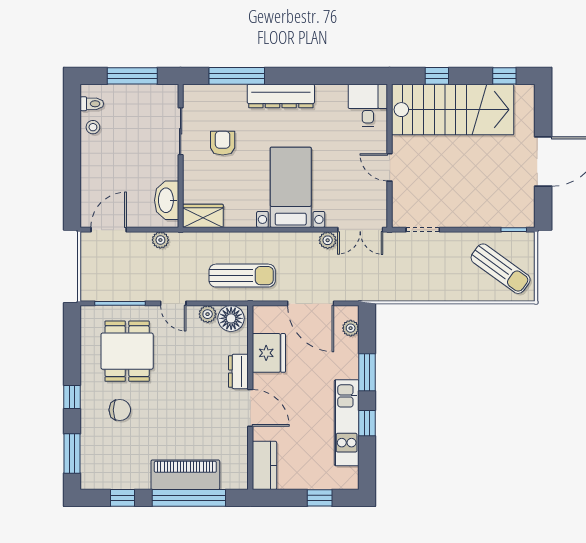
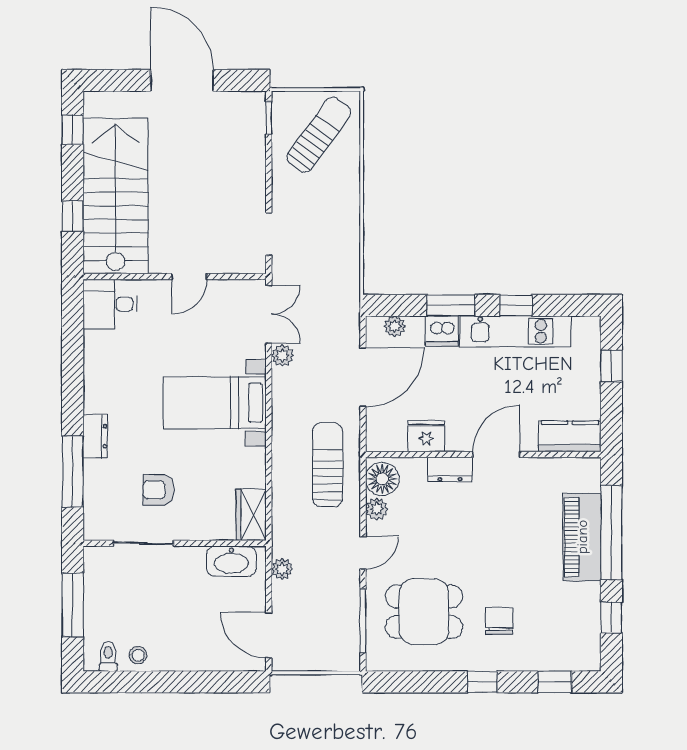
dresser: (281, 96) -> (95, 436), width x0.51, depth x0.80
fridge: (269, 353) -> (426, 436), width x0.73, depth x0.75
dishwasher: (347, 365) -> (442, 331), added
window: (72, 453) -> (555, 682), width x0.67

